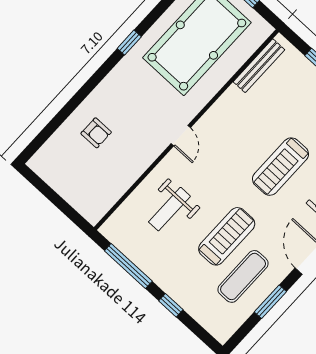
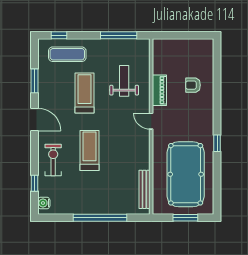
piano: (139, 162) -> (159, 90), added
treadmill: (227, 236) -> (85, 93), turned 180
exercise mat: (243, 276) -> (67, 54), moved, turned 90
window: (171, 305) -> (59, 35), moved

